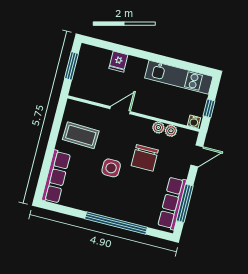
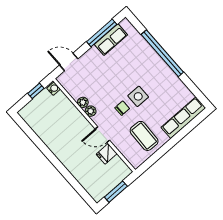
fridge: (118, 62) -> (107, 154), moved, turned 180
kitchen unit: (179, 77) -> (42, 129), removed
plant: (171, 131) -> (91, 111), moved
chair: (145, 158) -> (122, 108), moved, width x0.54, depth x0.54
row of seats: (172, 203) -> (111, 40), width x0.68

